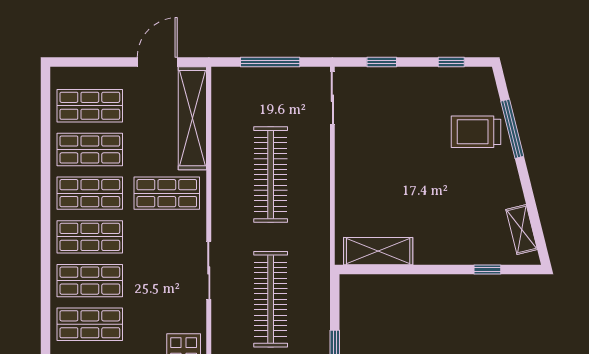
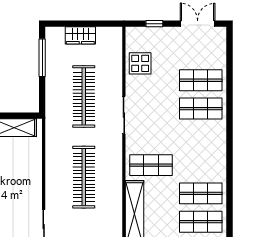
shop shelf: (90, 193) -> (201, 165), removed
shop shelf: (90, 237) -> (201, 137), removed

